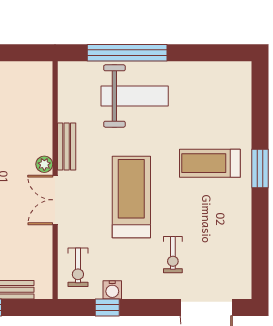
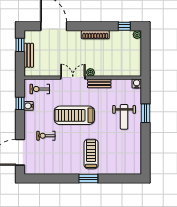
window: (127, 53) -> (145, 113), width x0.47
water cooler: (67, 70) -> (137, 84), added
weight bench: (135, 96) -> (124, 117), width x0.73, depth x0.75
treadmill: (131, 197) -> (74, 115), turned 180

